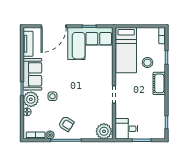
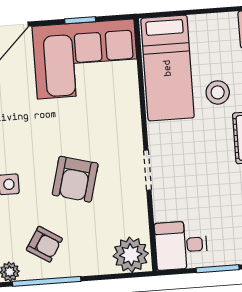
armchair: (82, 96) -> (75, 179), added

